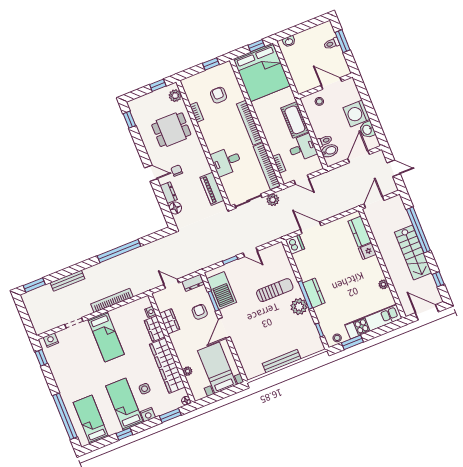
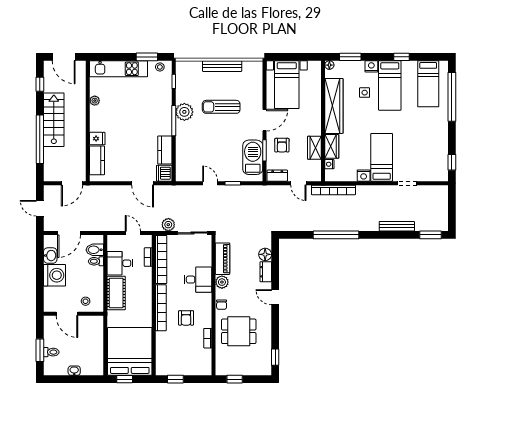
washbasin: (289, 41) -> (74, 371), moved
armchair: (219, 95) -> (186, 318), moved
plant: (175, 96) -> (222, 282), moved
chair: (177, 171) -> (222, 305), moved
sun lounger: (275, 290) -> (221, 107), moved
kitchen counter: (314, 293) -> (165, 150), moved
bookcase: (112, 300) -> (333, 190), moved
nightstand: (51, 340) -> (364, 176), moved
plant: (188, 371) -> (316, 93), removed

